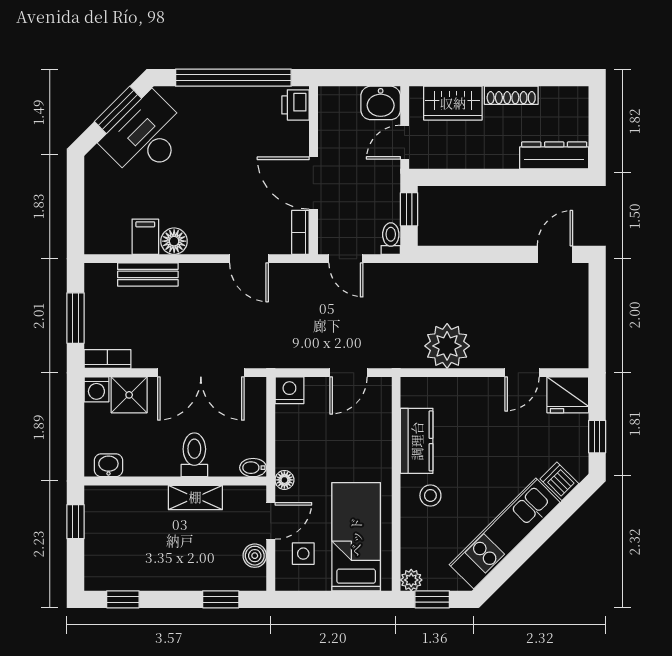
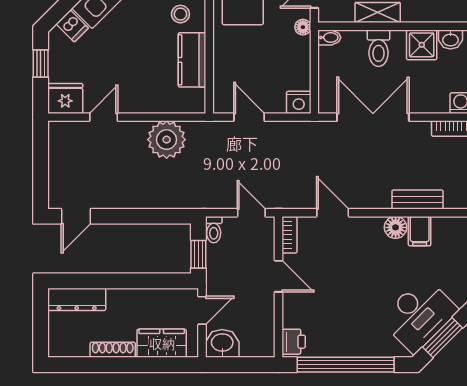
door: (313, 183) -> (279, 276), width x0.73
door: (349, 373) -> (249, 117), hinge flipped
shower: (129, 395) -> (422, 45), moved

